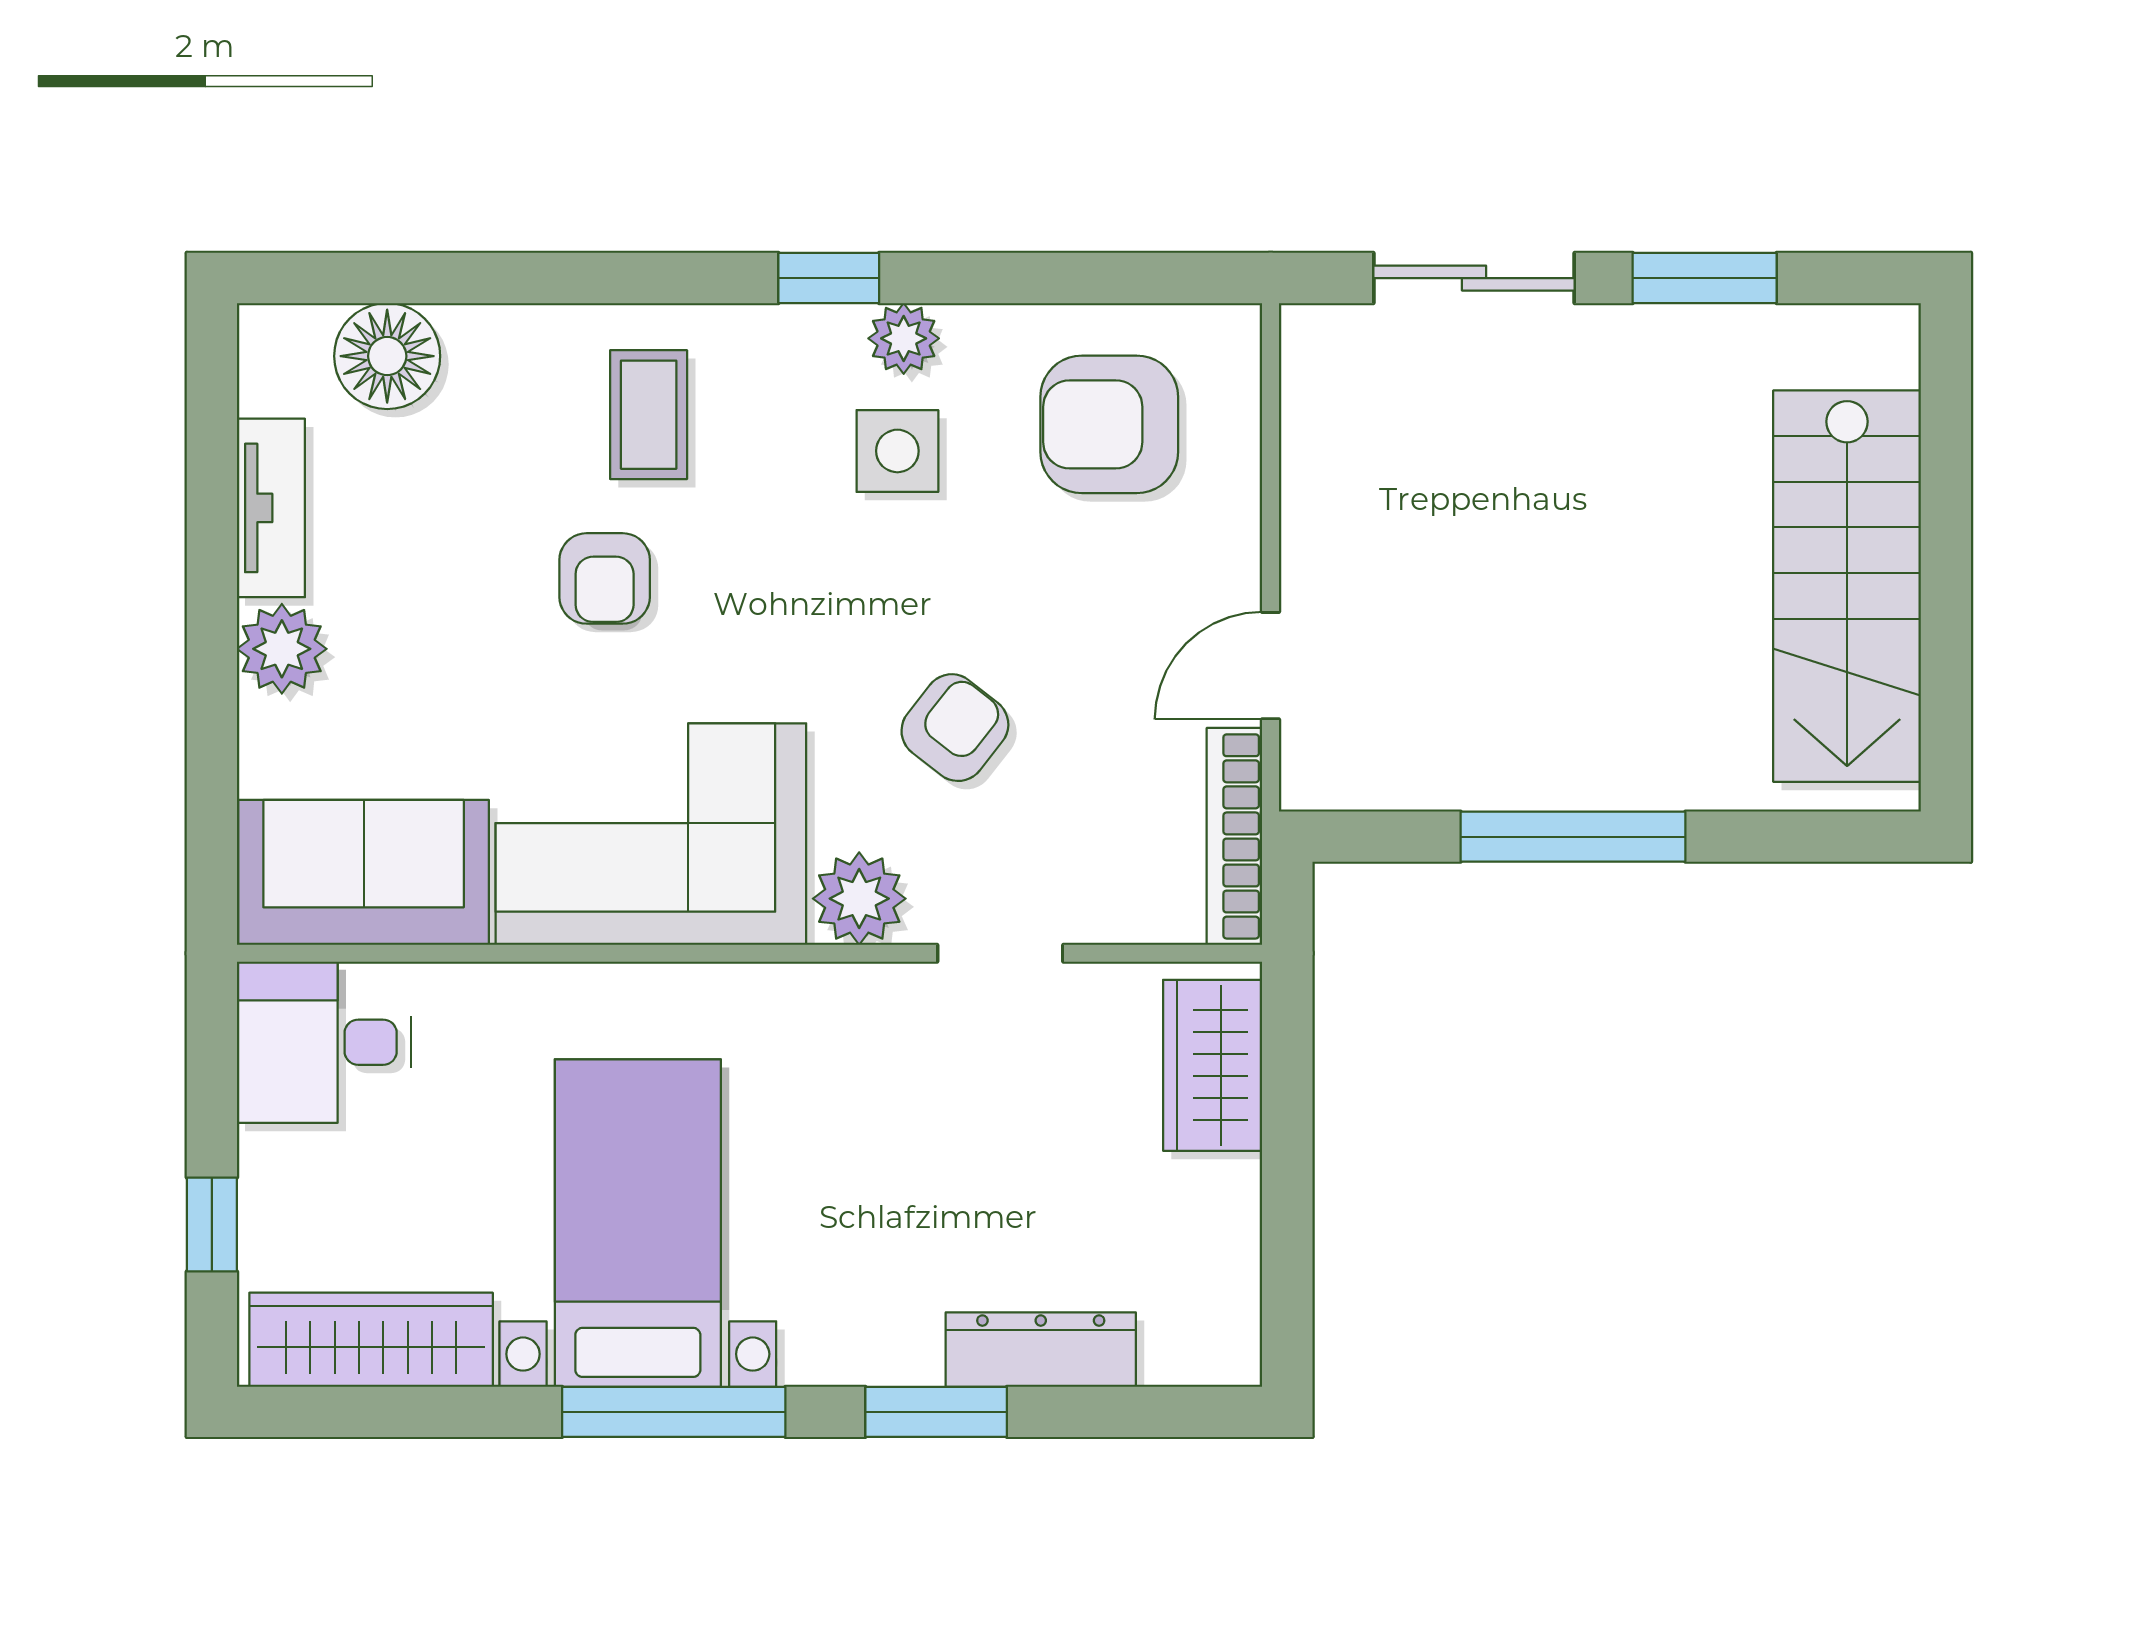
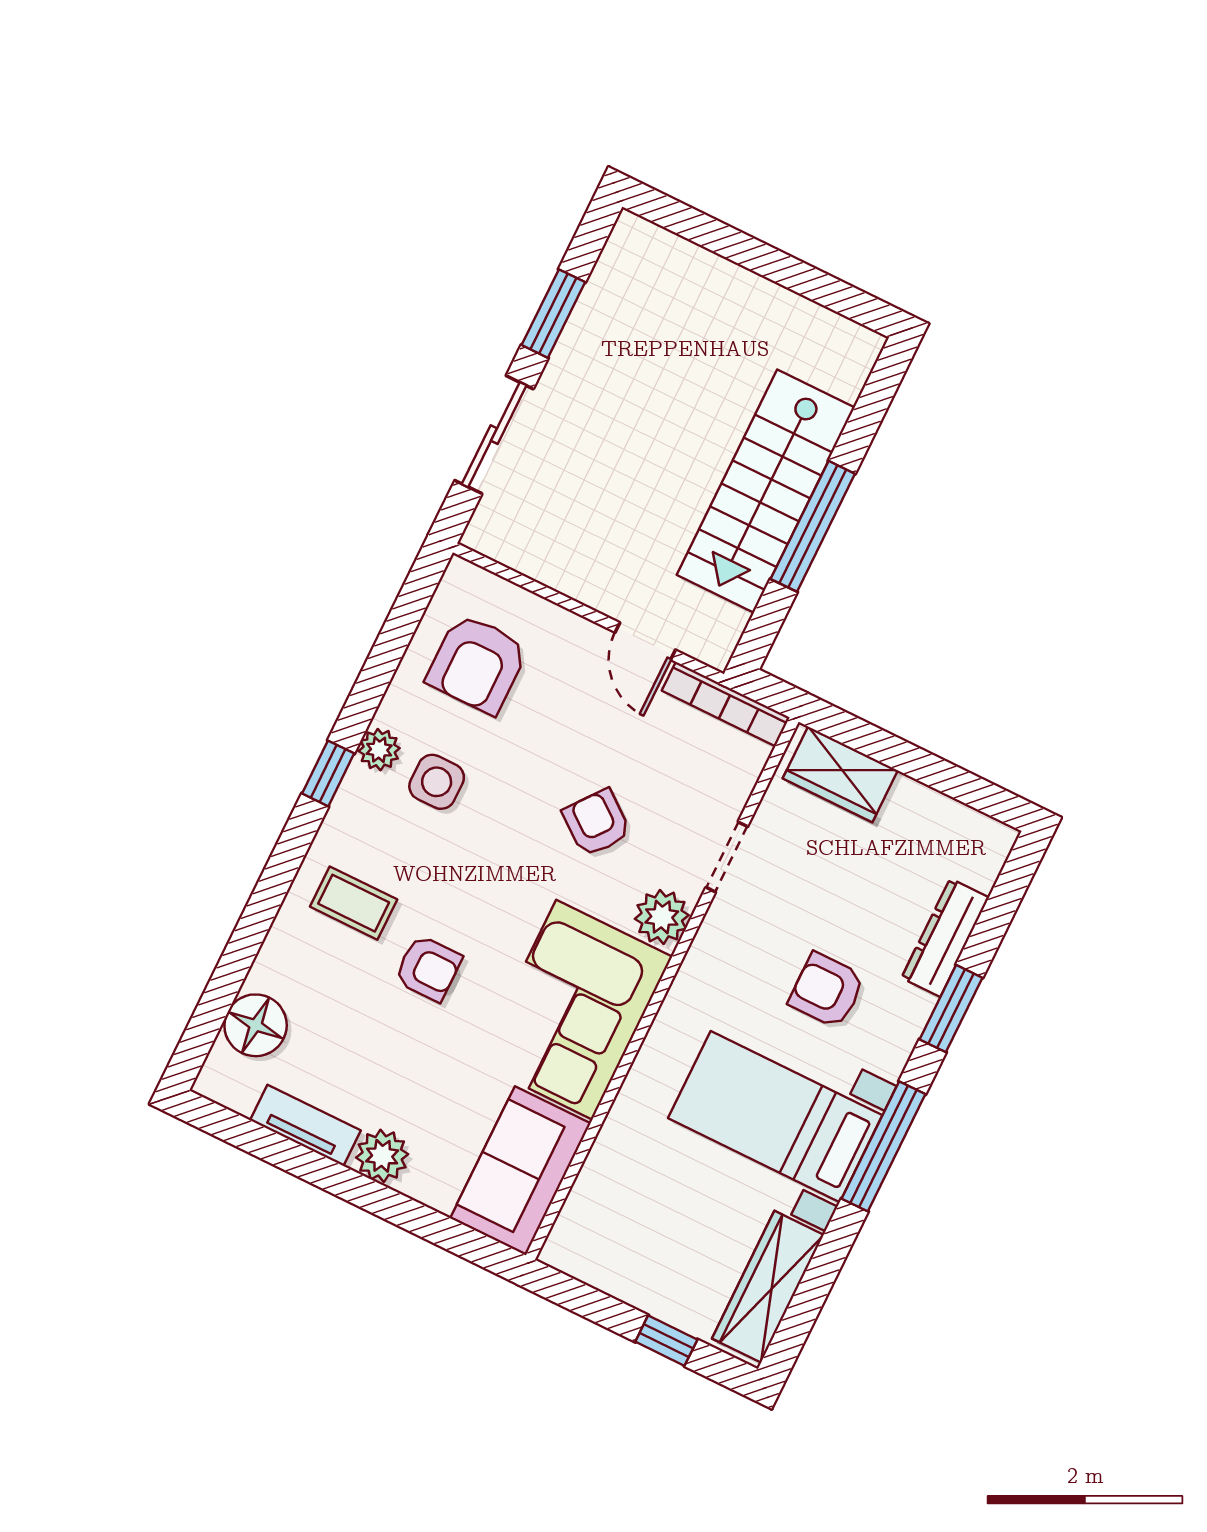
stairs: (1847, 586) -> (766, 491), moved, turned 90
desk: (324, 1042) -> (599, 1235), removed
armchair: (871, 1207) -> (827, 990), added

